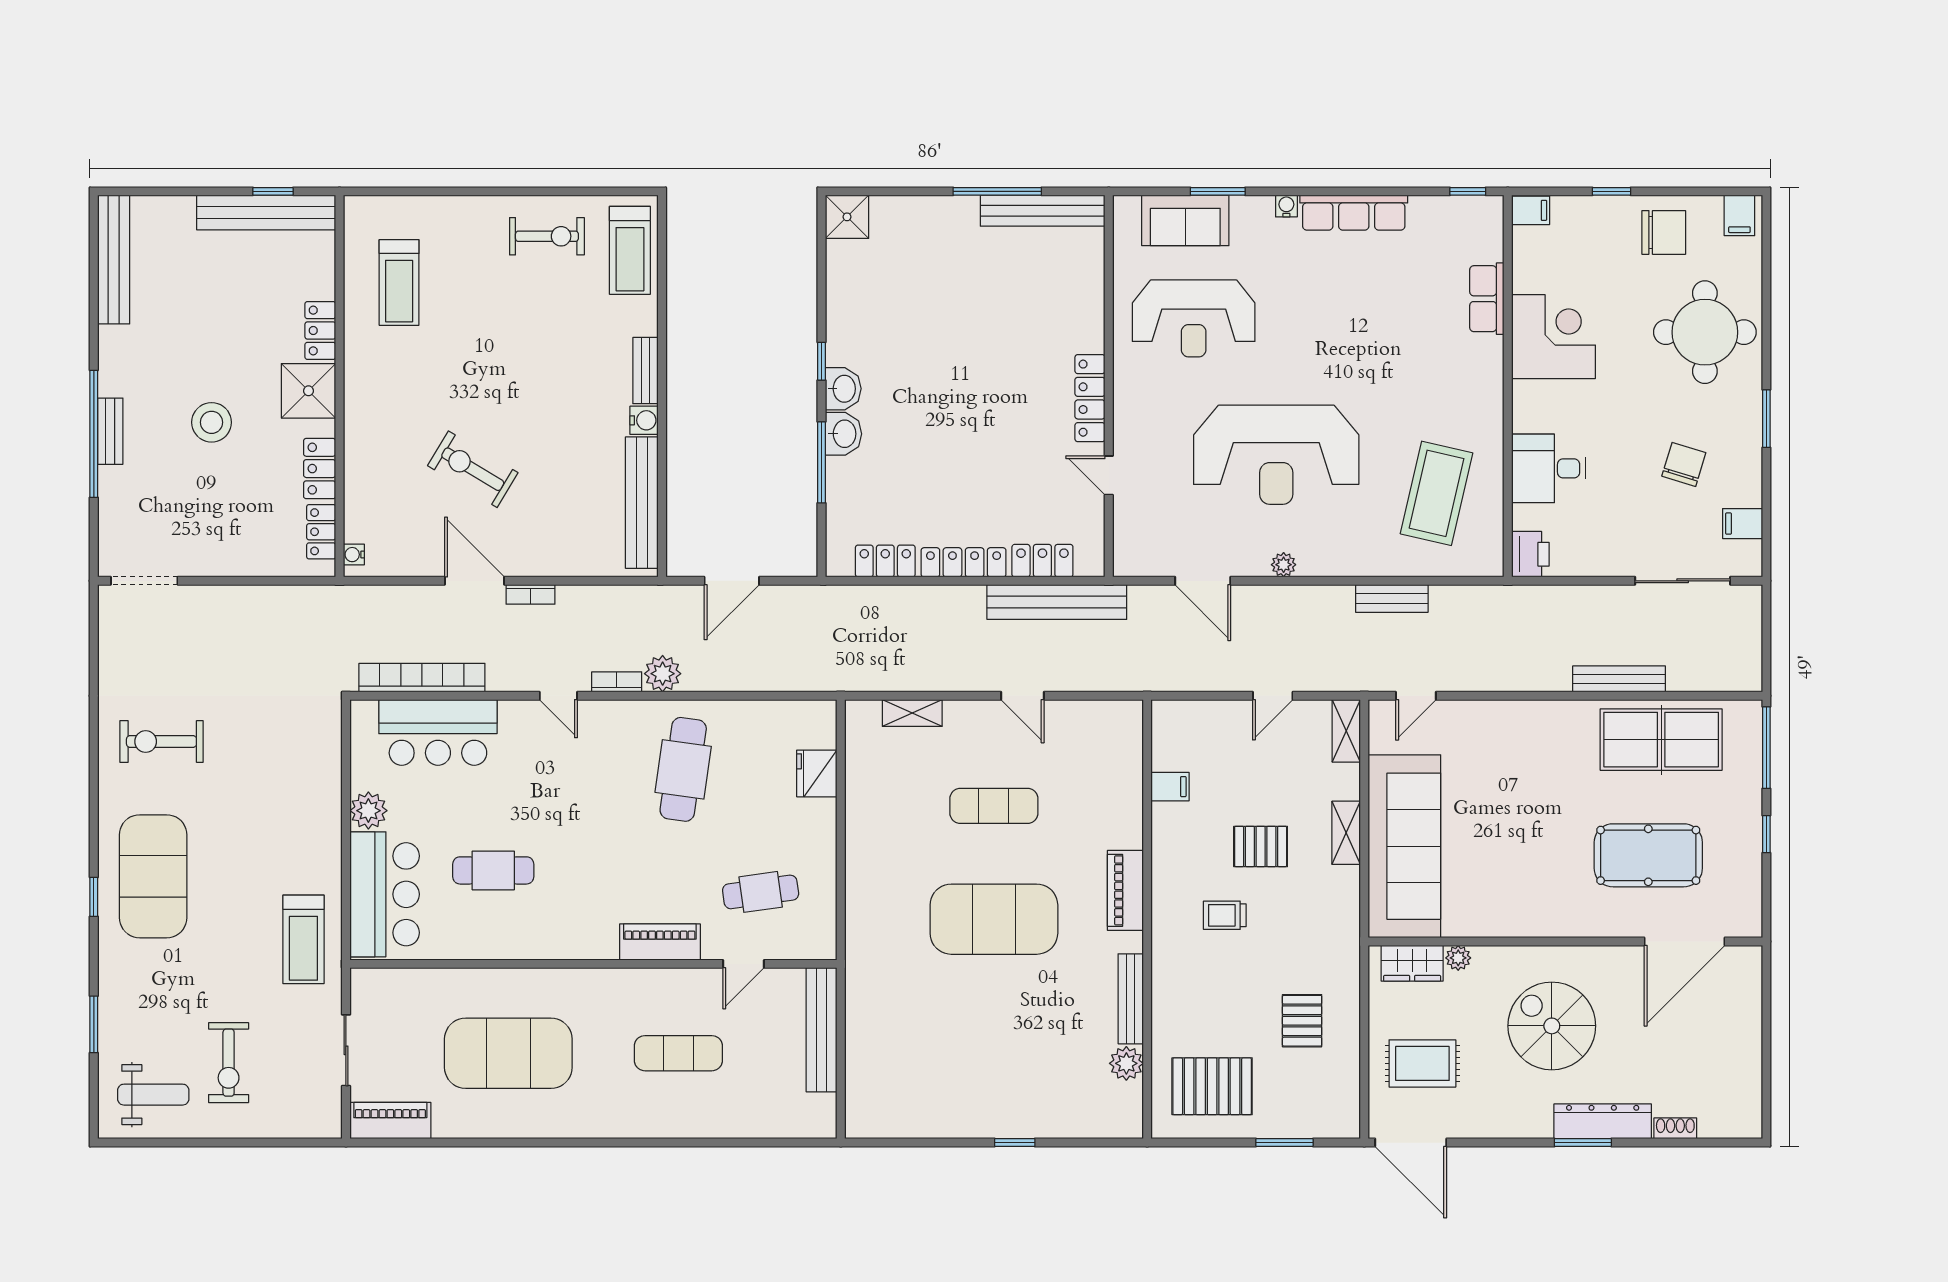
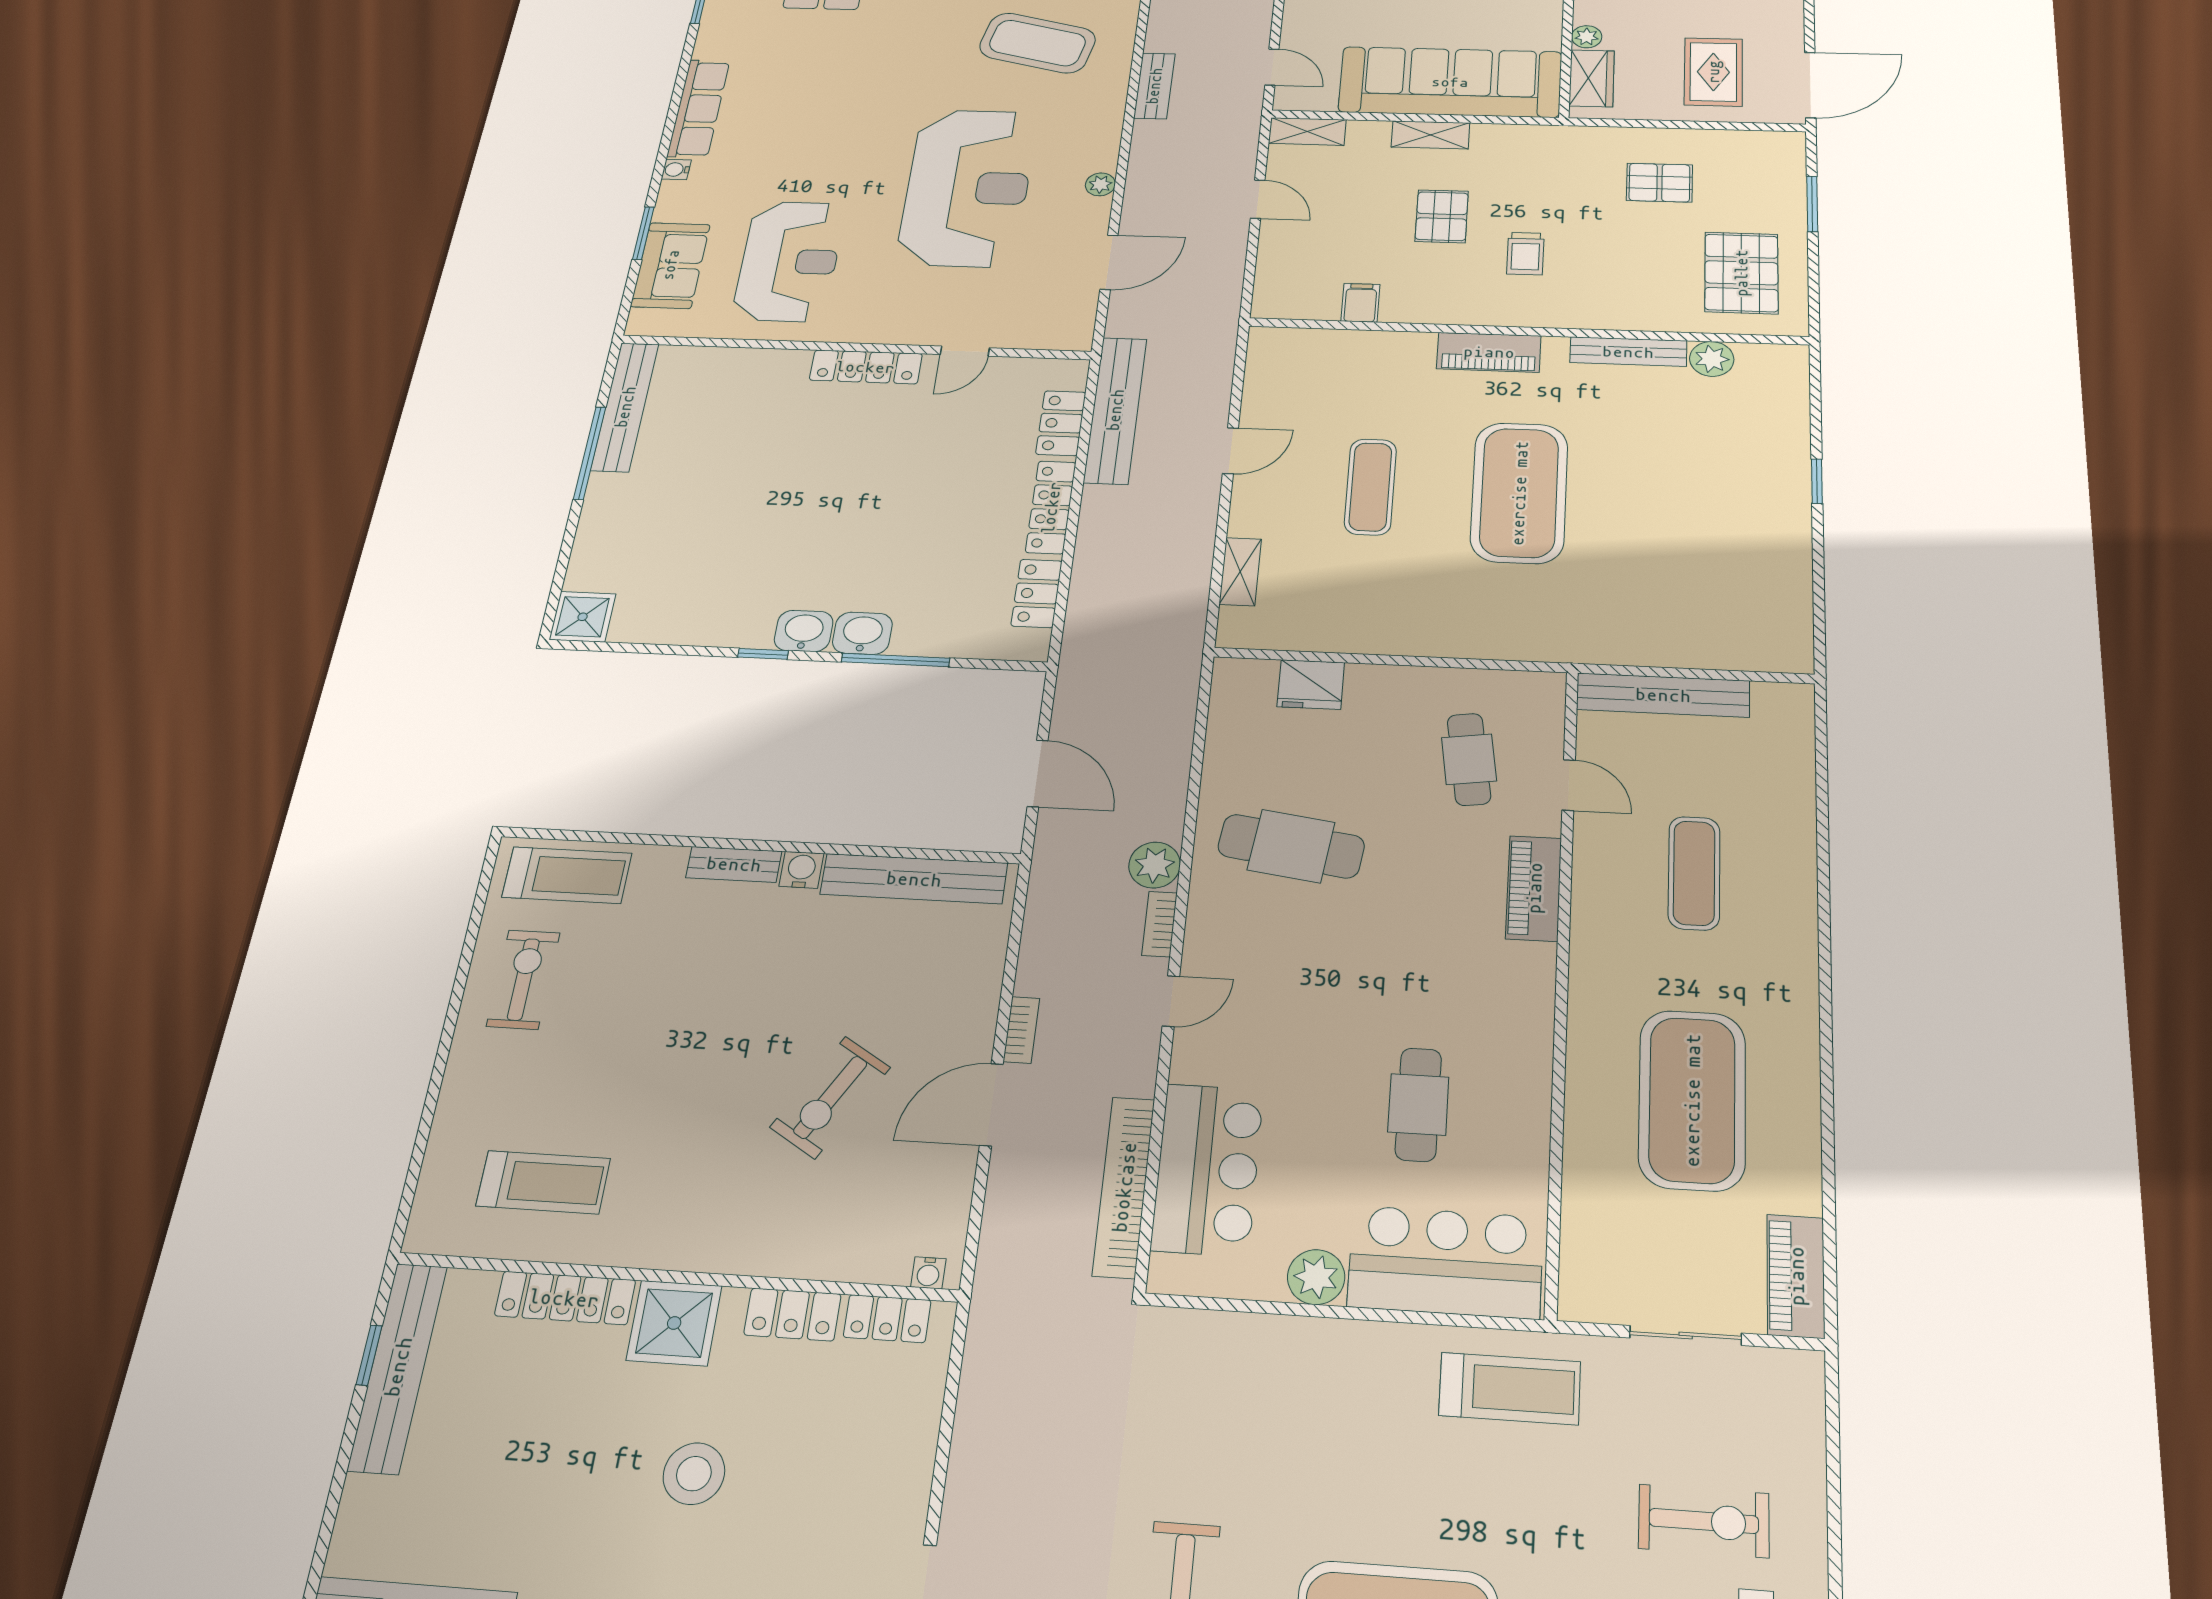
locker: (320, 331) -> (565, 1298), width x1.53

